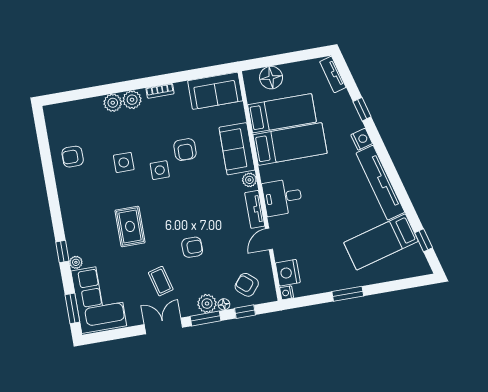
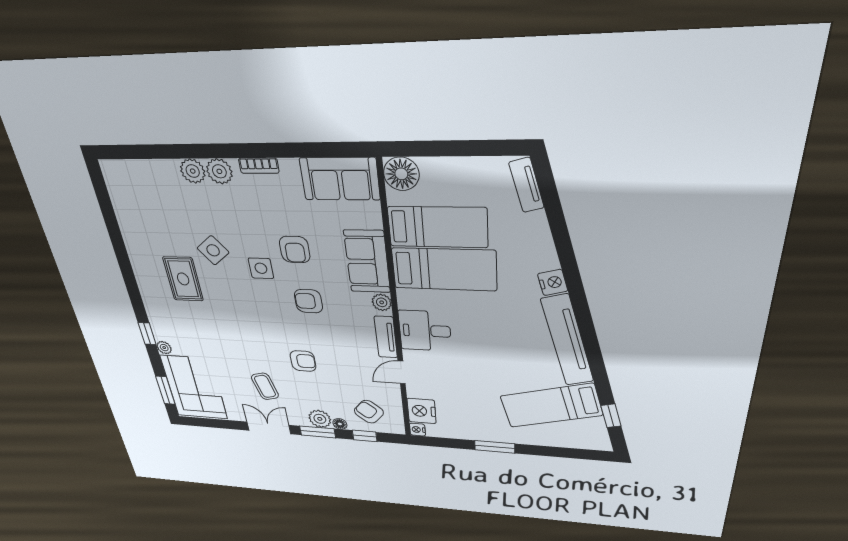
floor lamp: (271, 78) -> (401, 174), moved
window: (362, 109) -> (563, 243), removed
armchair: (73, 157) -> (309, 301), moved
side table: (124, 162) -> (213, 250), turned -38
rug: (130, 226) -> (183, 279), moved

